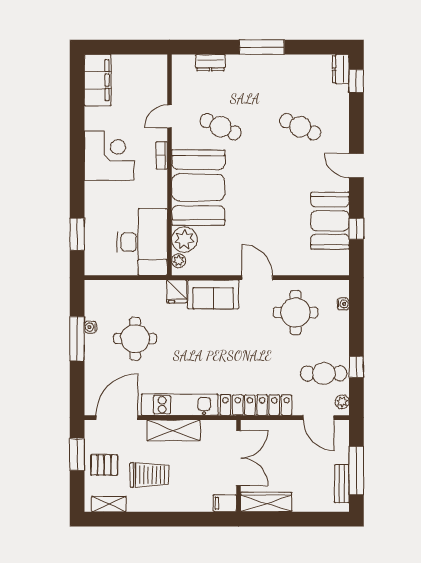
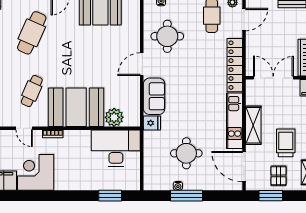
cafe table: (300, 127) -> (32, 33), width x1.37, depth x1.35
corner desk: (109, 156) -> (36, 172), moved
plant: (179, 261) -> (130, 122), removed

